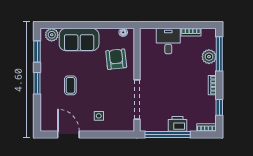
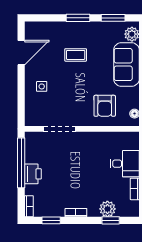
window: (219, 54) -> (111, 220), width x0.46
armchair: (116, 59) -> (105, 106), turned 96
doorway: (137, 100) -> (60, 129), width x0.73

